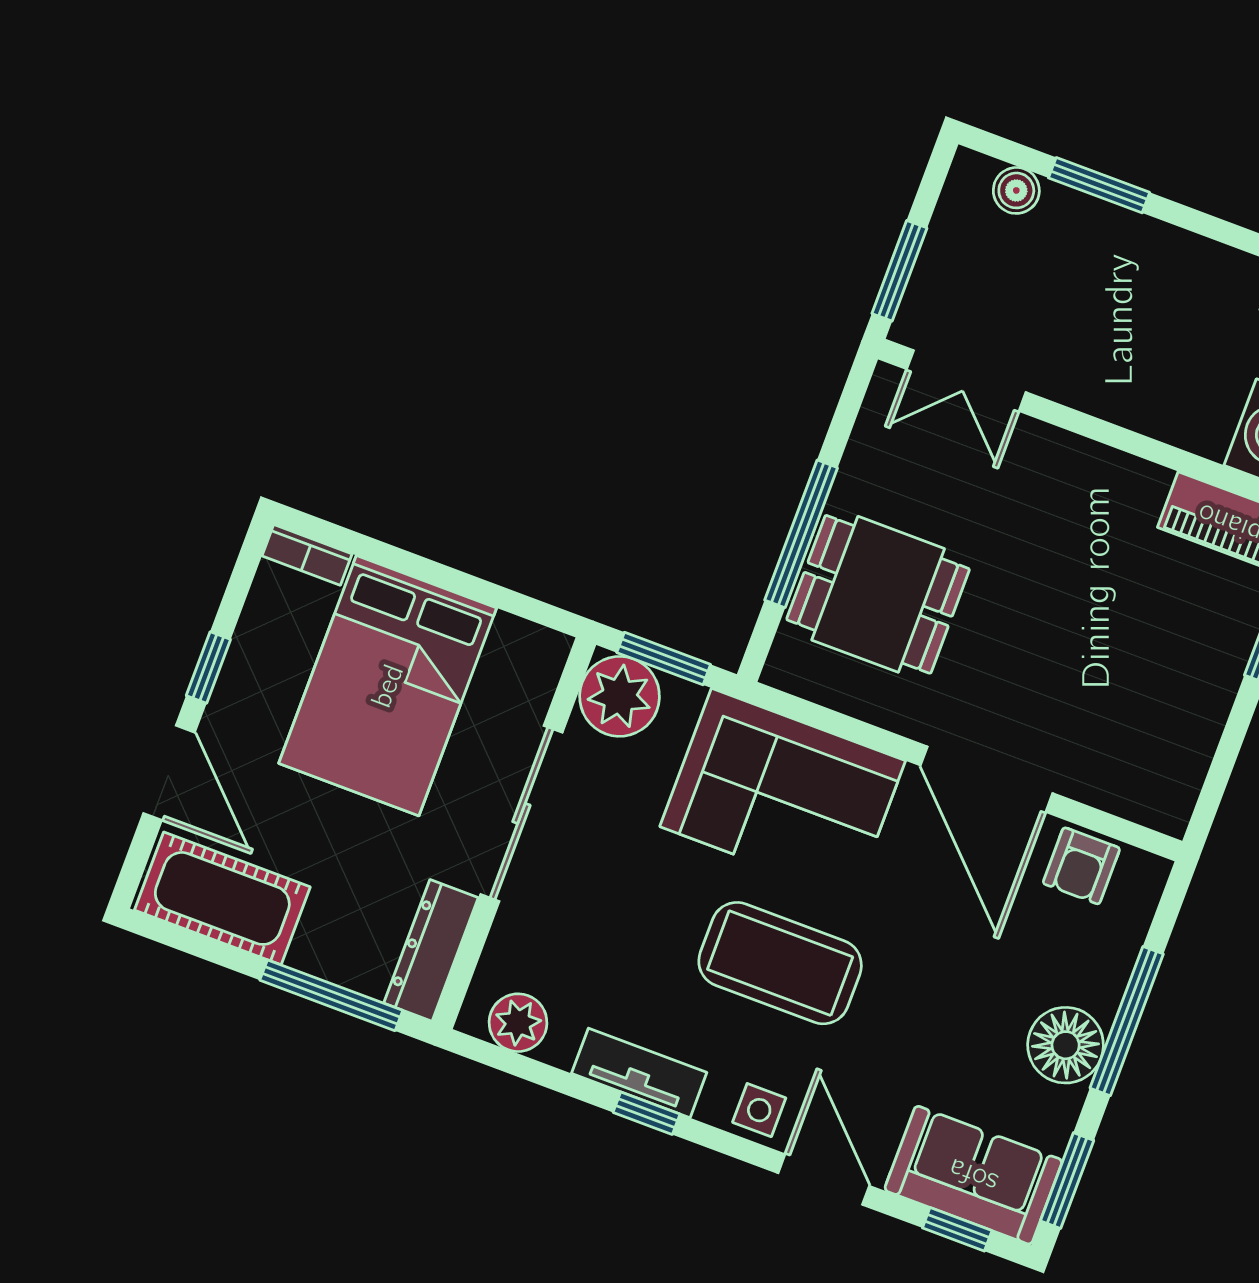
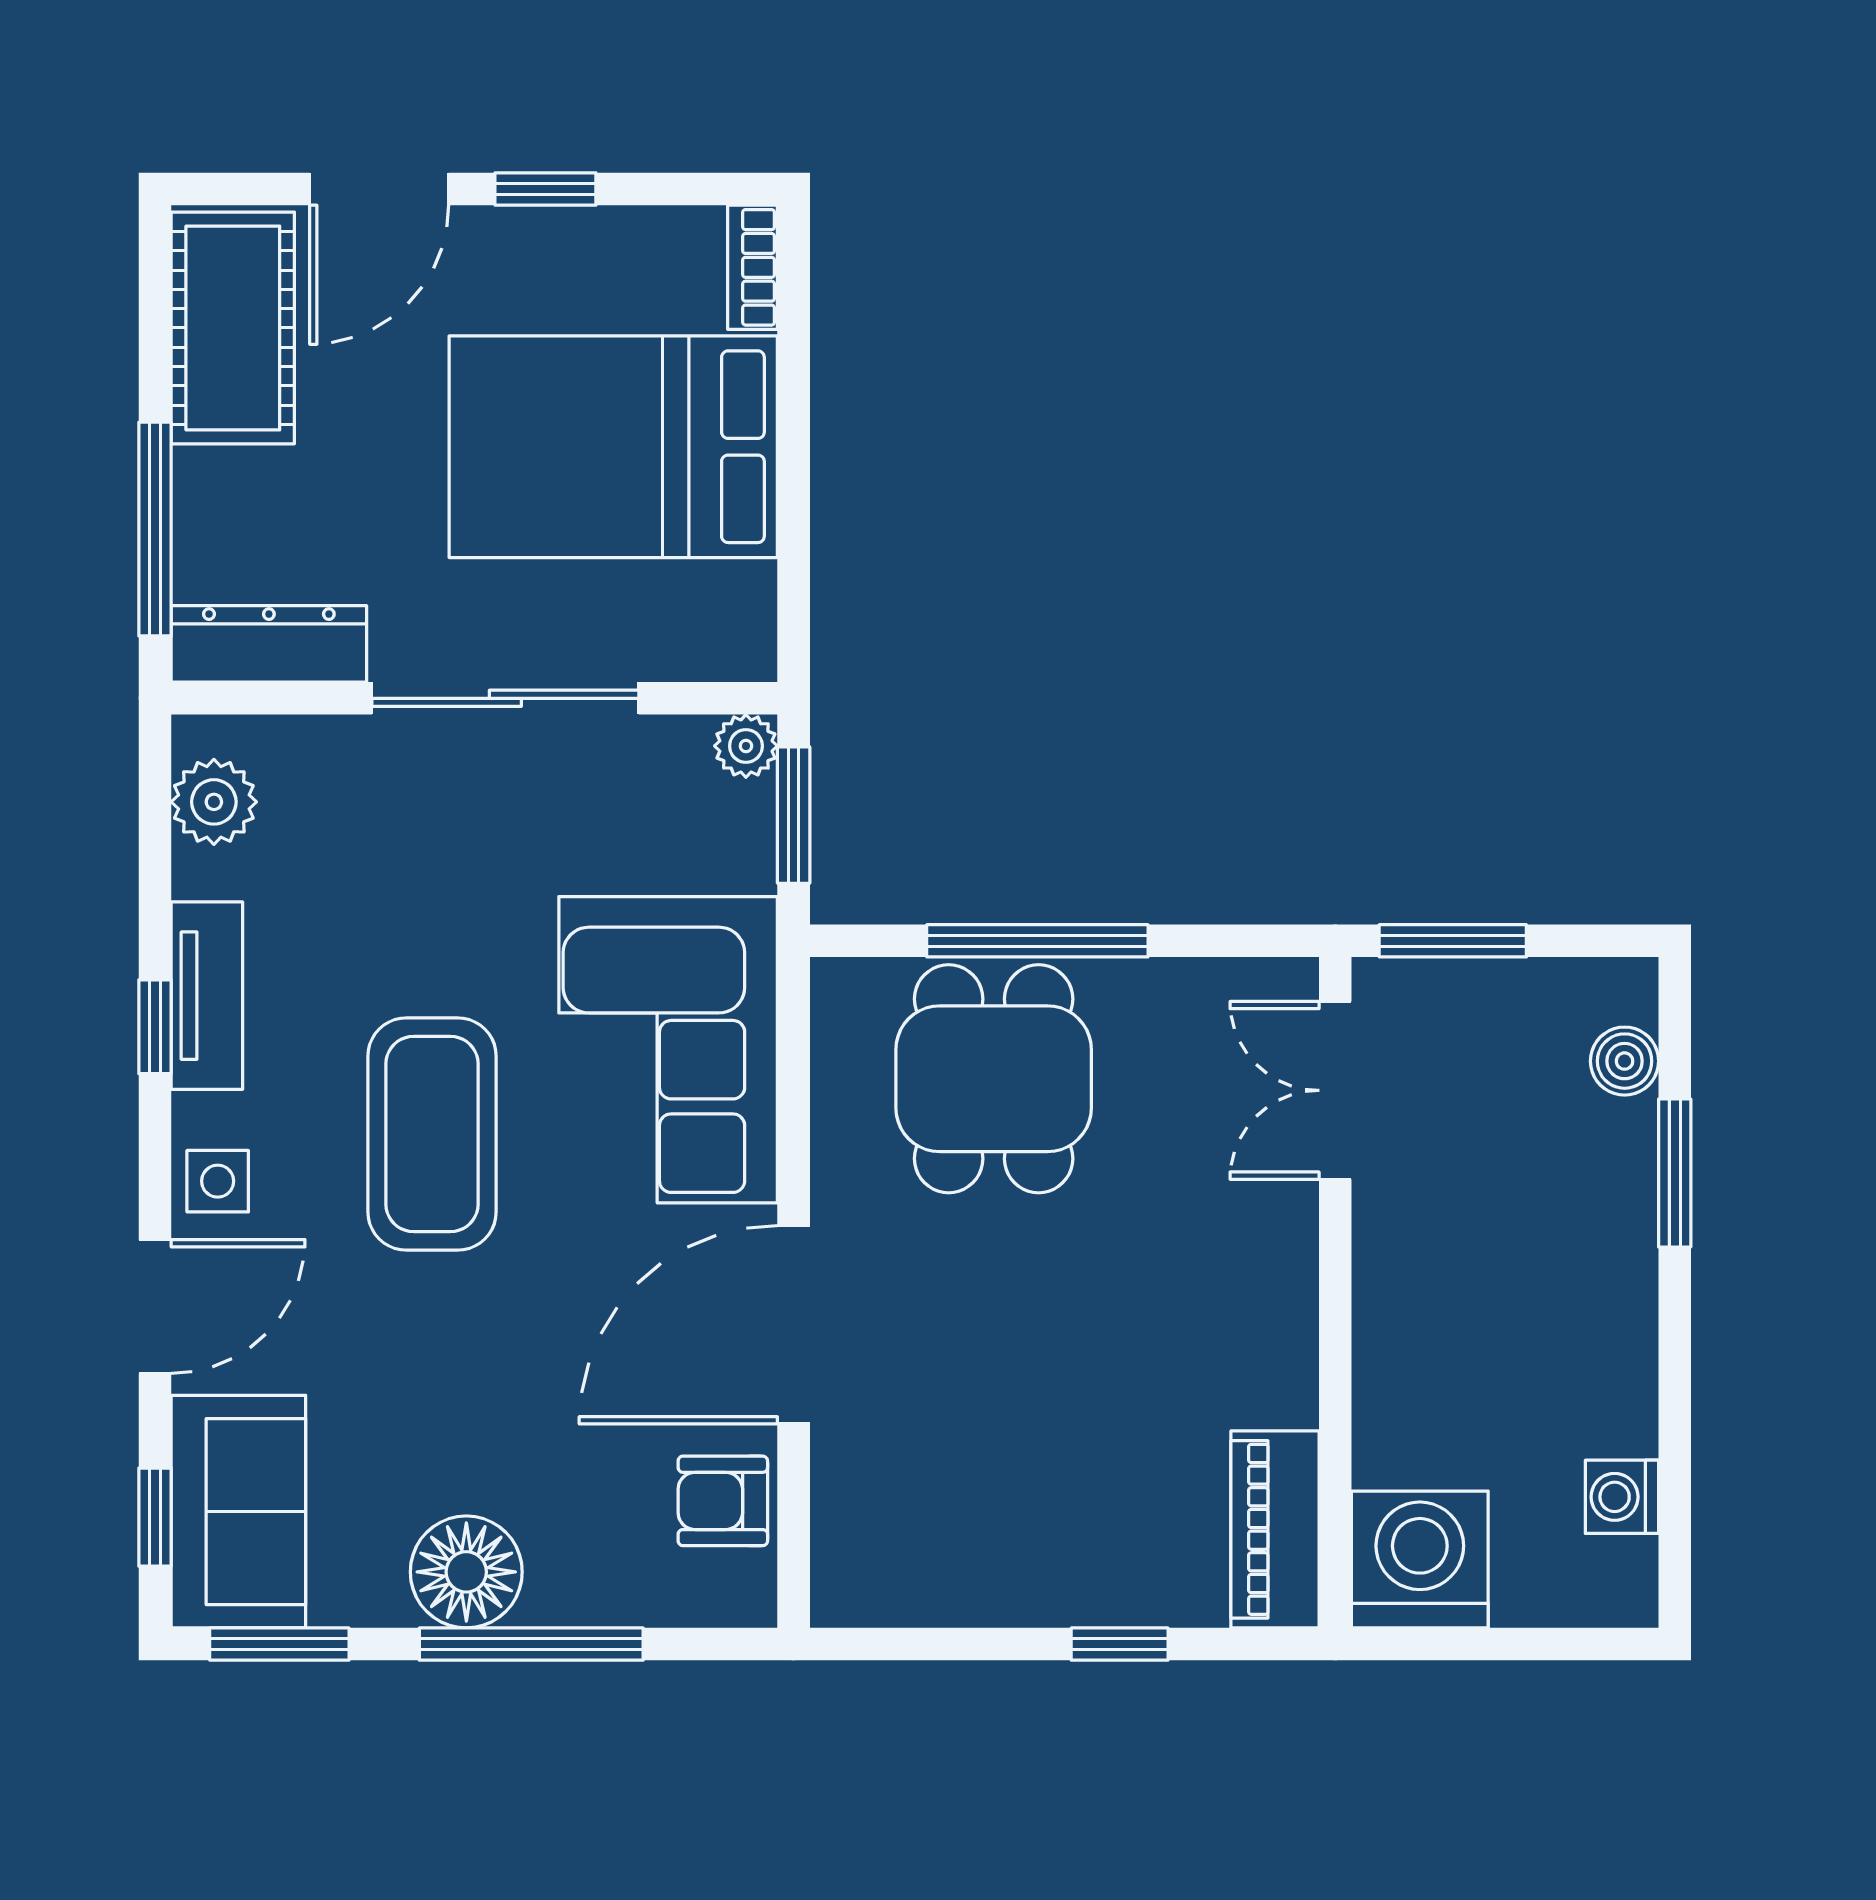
plant: (620, 696) -> (746, 746), width x0.53, depth x0.53

